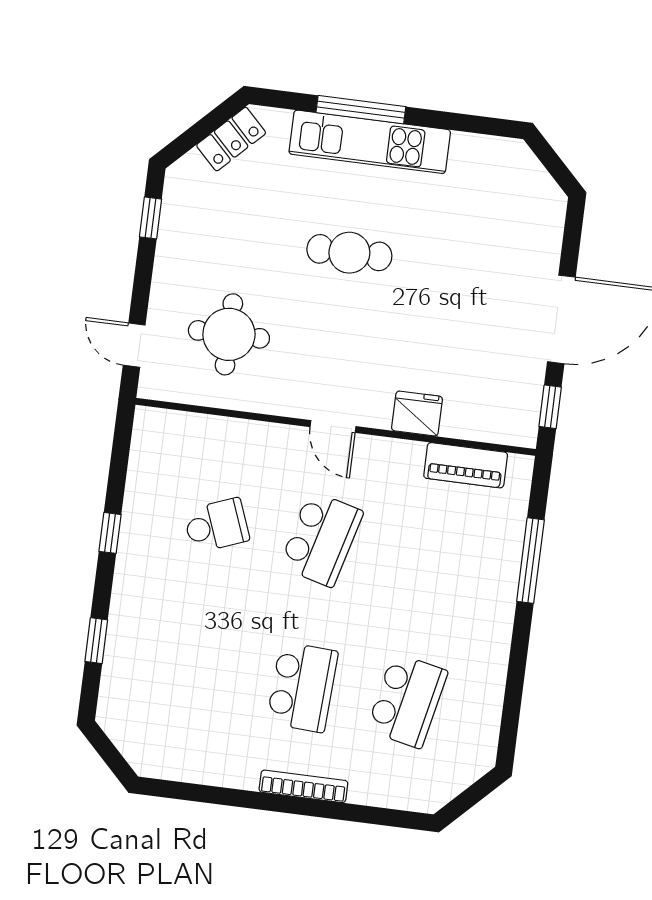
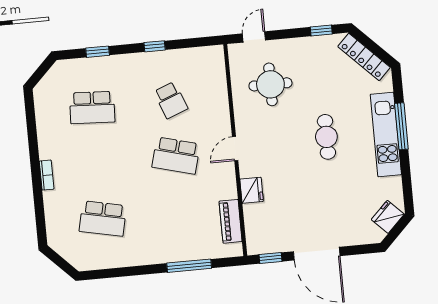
locker: (231, 139) -> (364, 57), width x1.53
fridge: (523, 173) -> (388, 217), added
school desk: (302, 687) -> (92, 108), moved
bookcase: (303, 786) -> (47, 175), width x0.64

